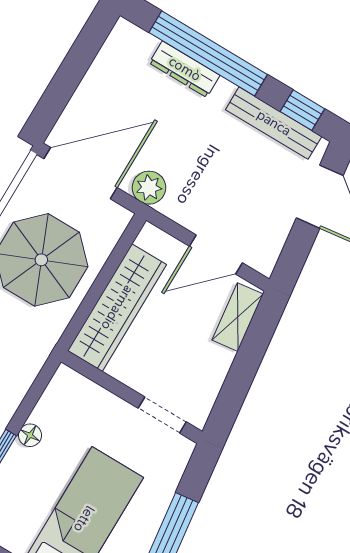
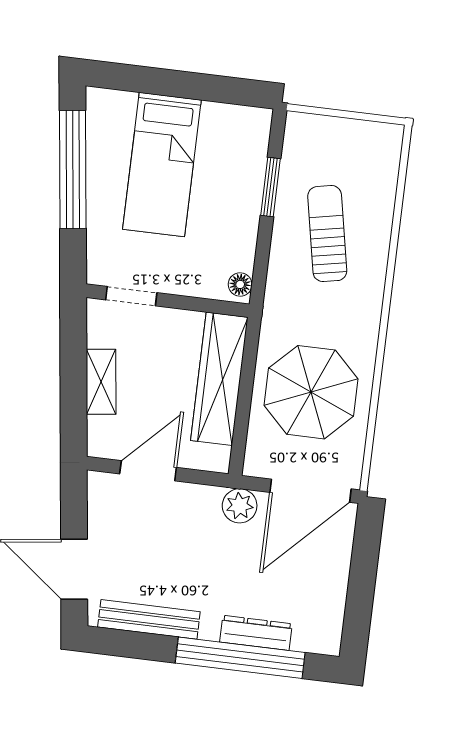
window: (302, 110) -> (127, 644), removed
shelving: (238, 317) -> (101, 382), moved
floor lamp: (30, 435) -> (240, 284), moved

